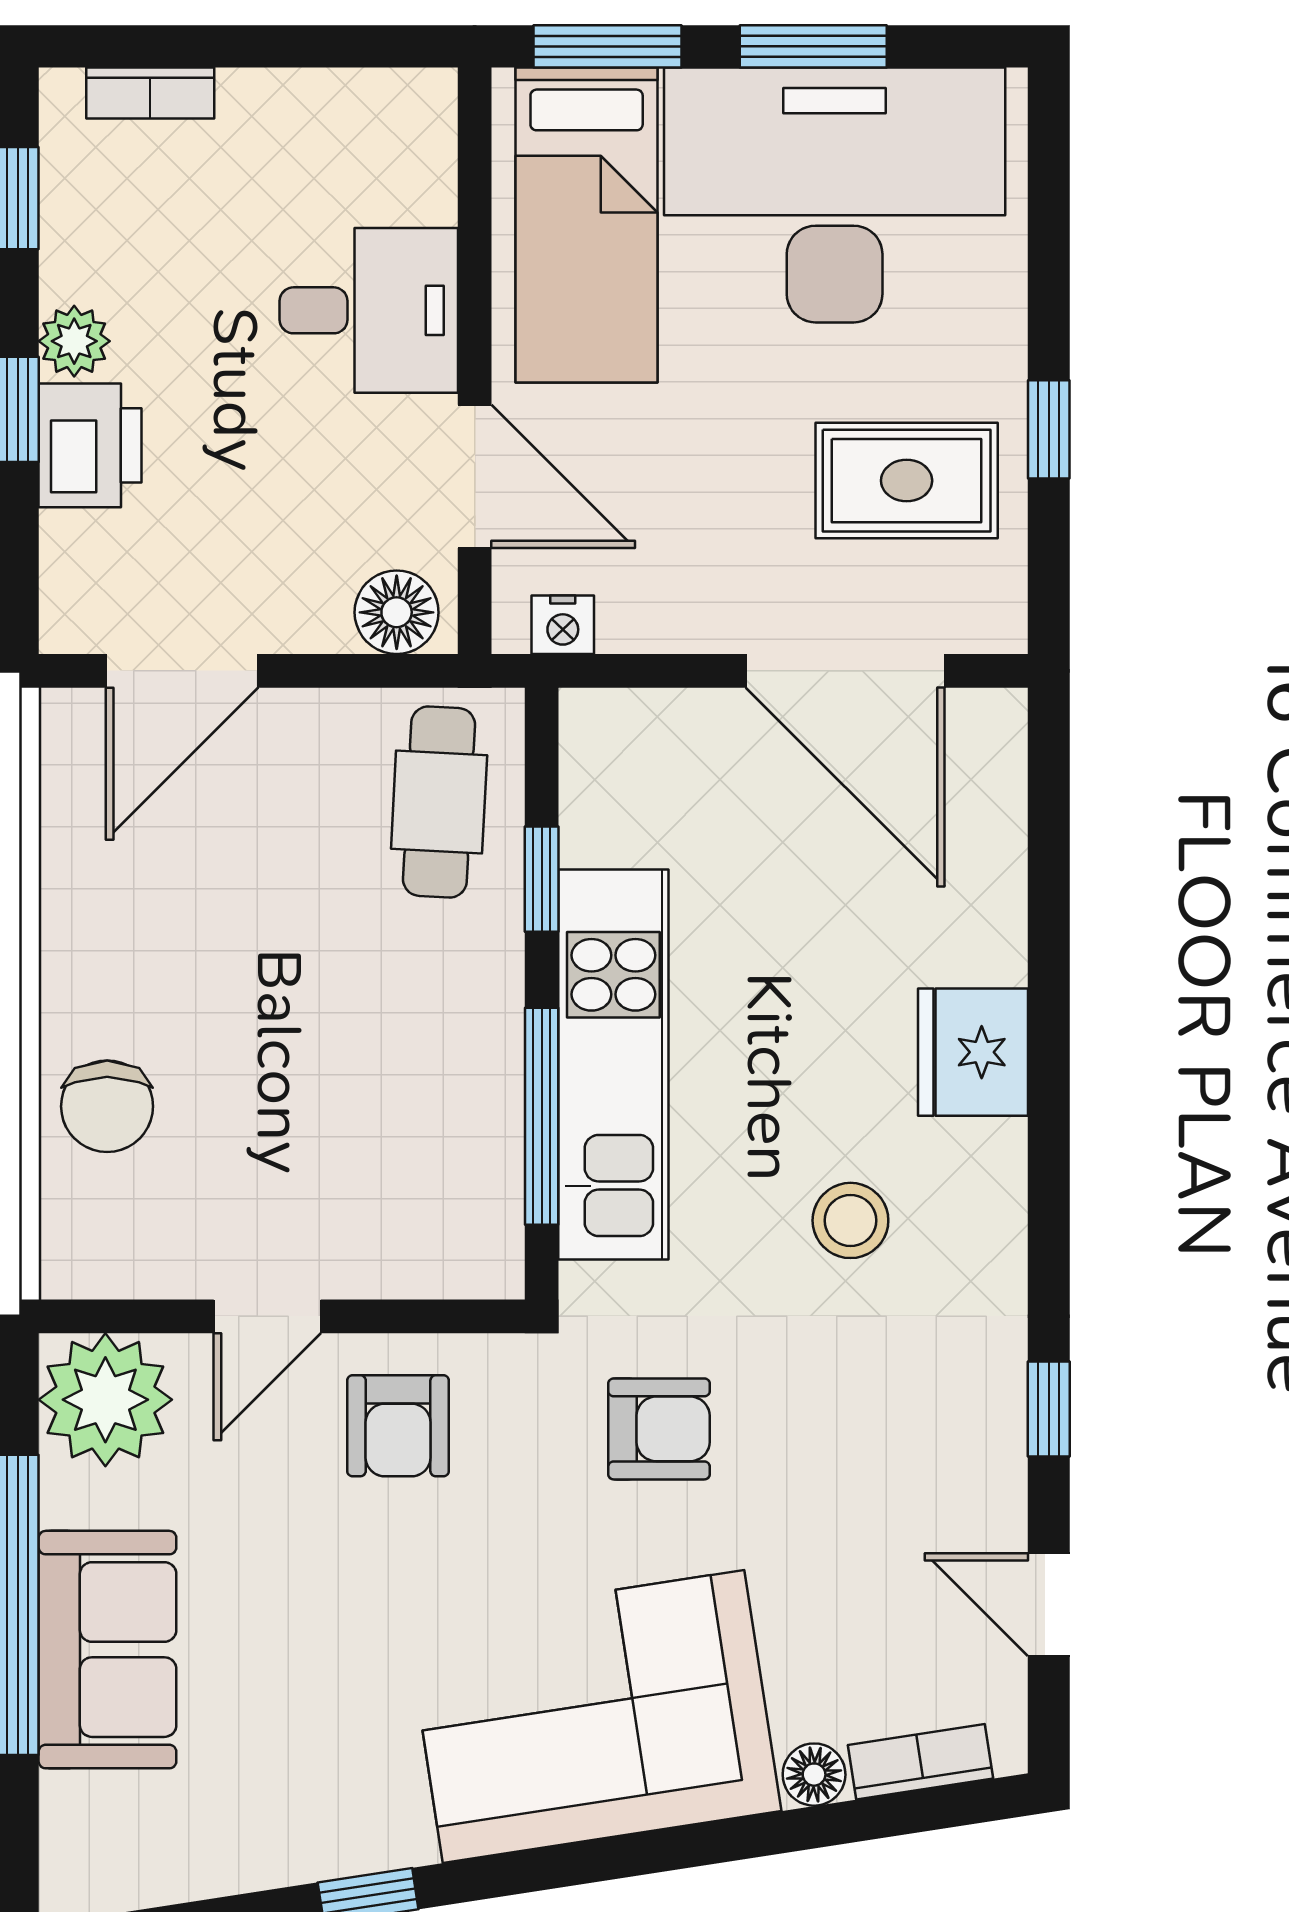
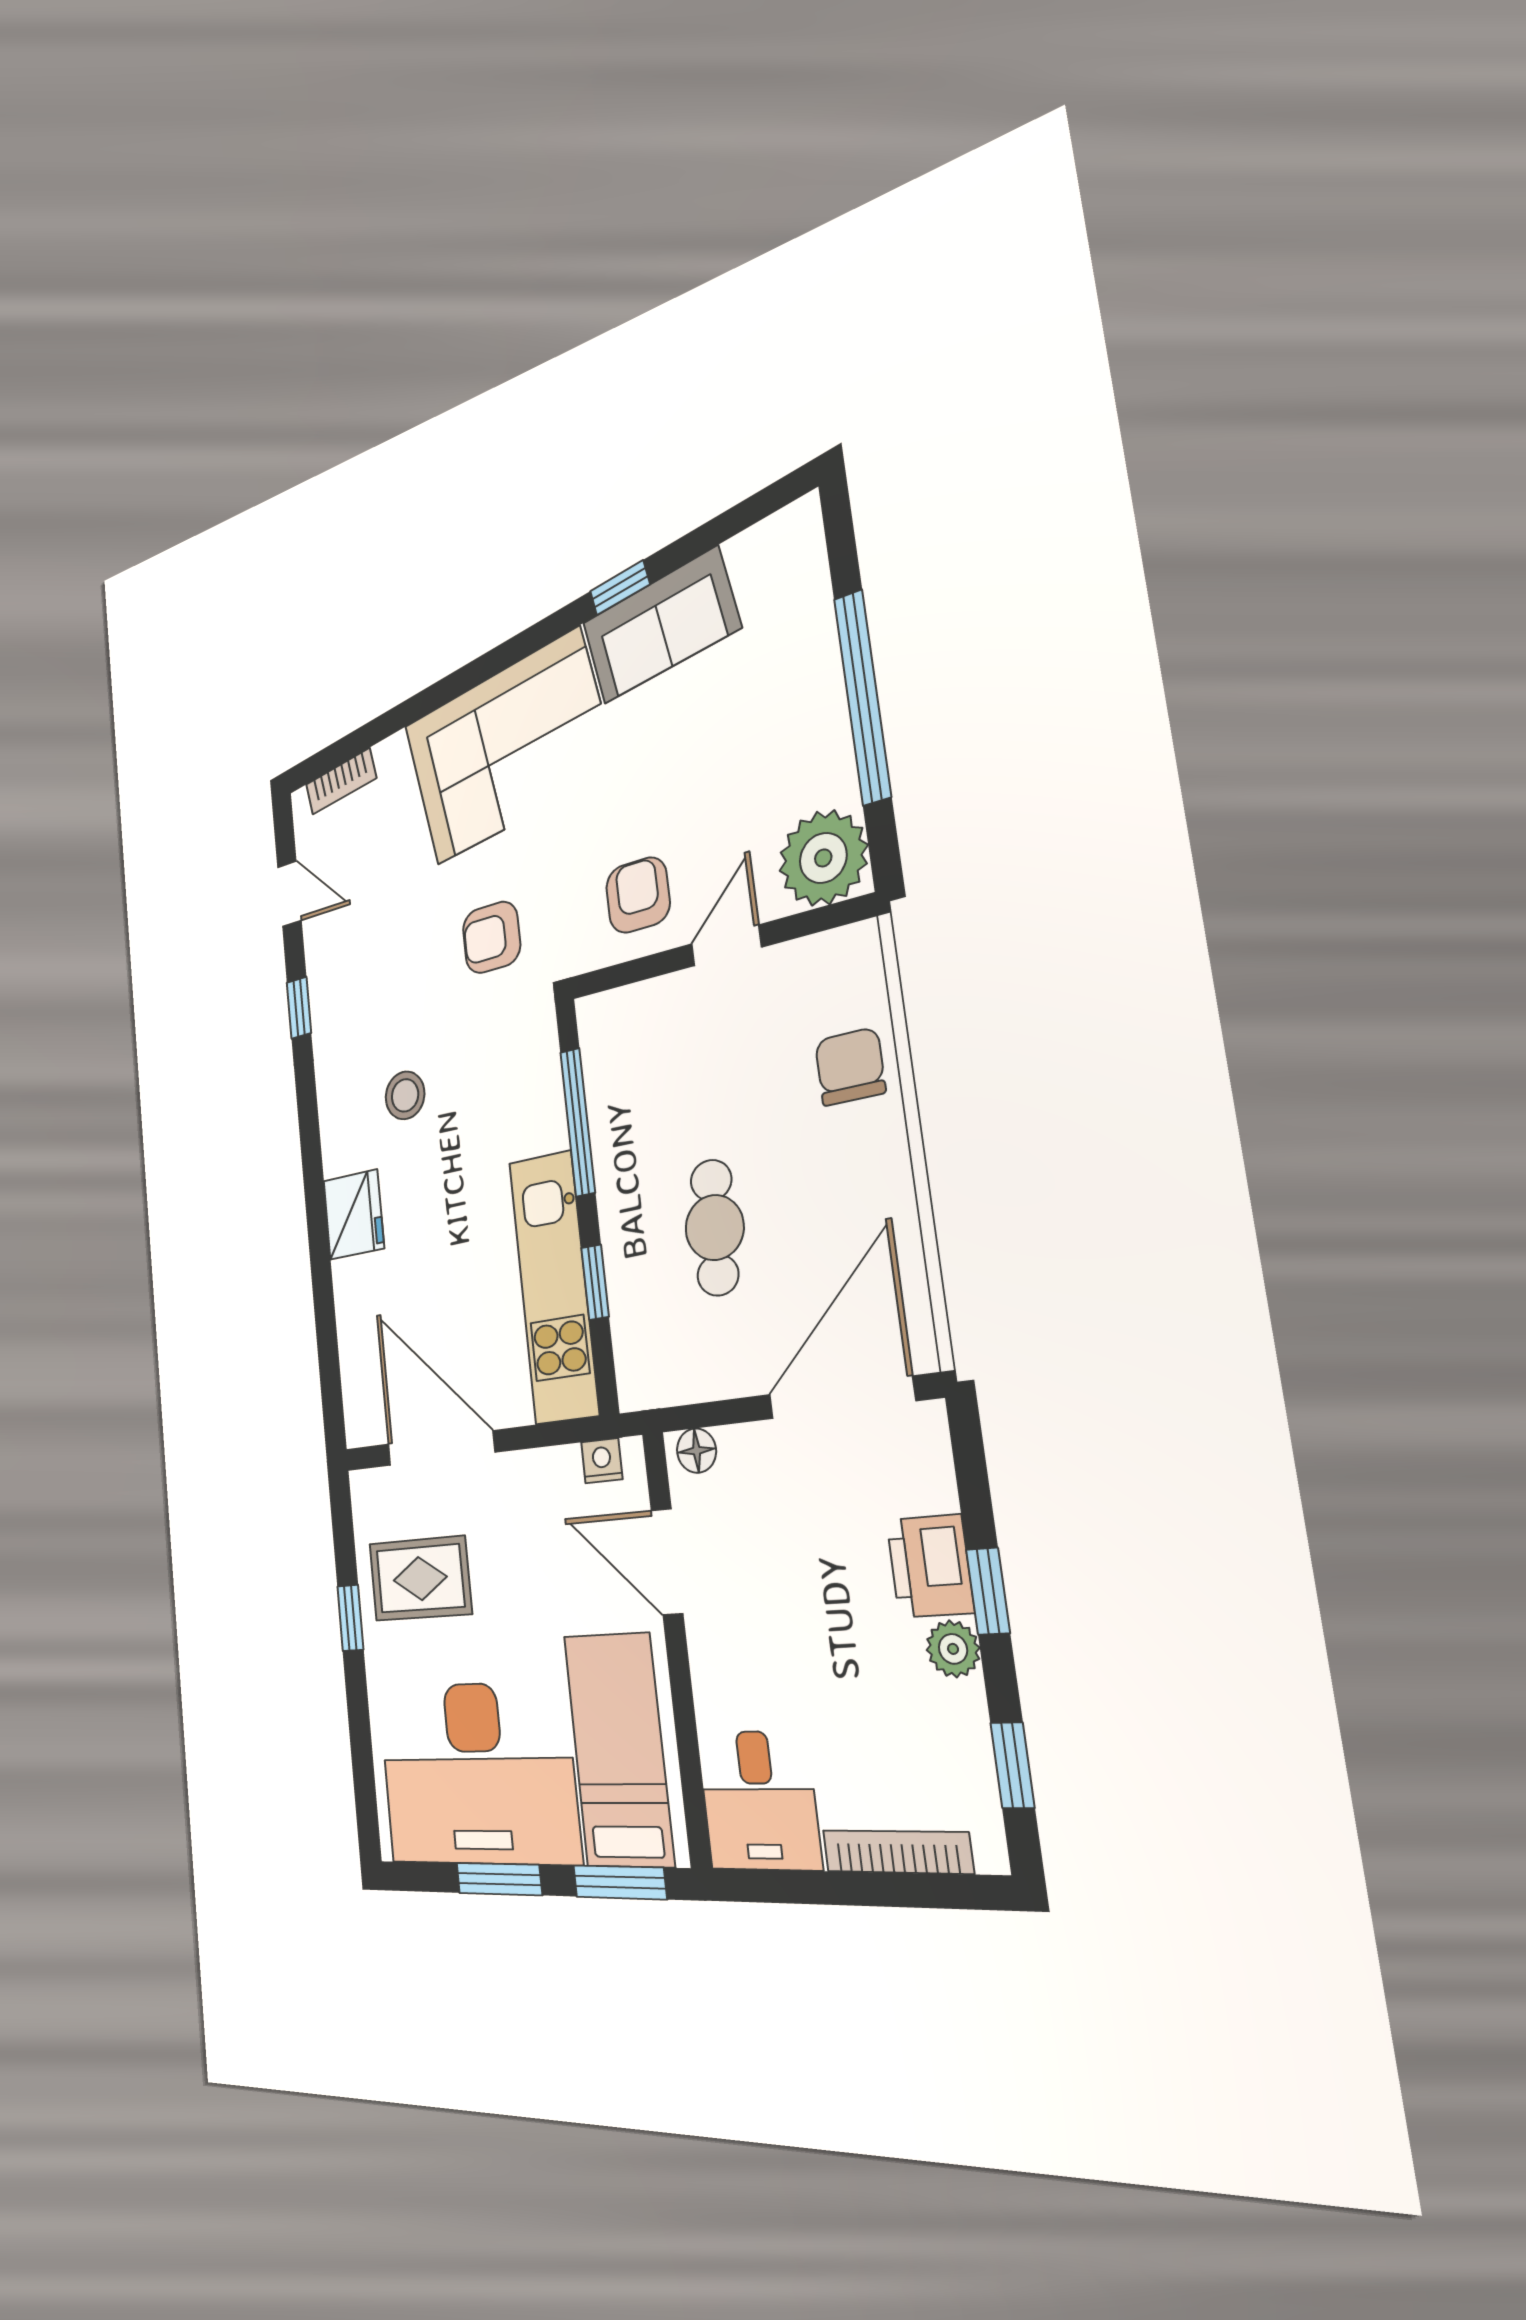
bookcase: (150, 93) -> (897, 1852), width x1.56
desk: (369, 310) -> (759, 1800), moved, turned -90
floor lamp: (397, 612) -> (697, 1451), width x0.73, depth x0.73
door: (182, 671) -> (841, 1398), width x1.36
cafe table: (439, 802) -> (715, 1228), moved
kitchen unit: (613, 1065) -> (554, 1287), moved
sofa: (107, 1650) -> (661, 625), moved, turned -99
floor lamp: (814, 1775) -> (392, 754), removed

